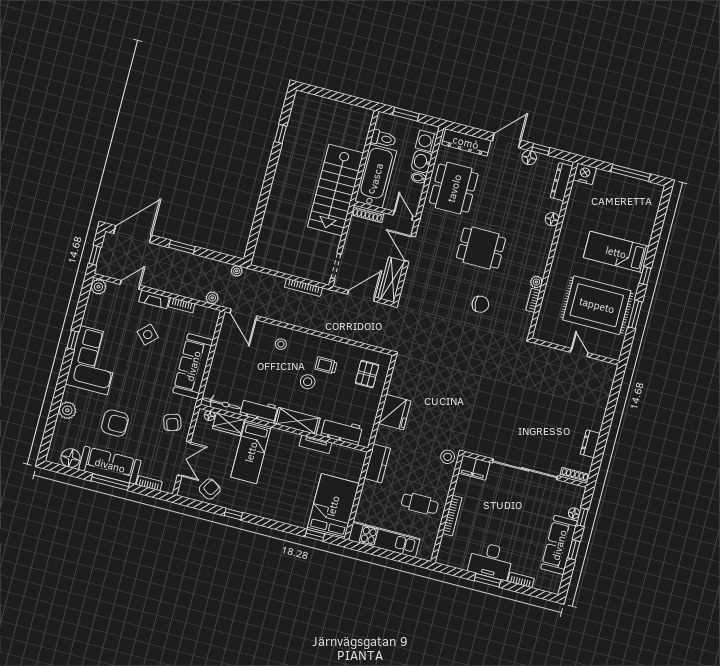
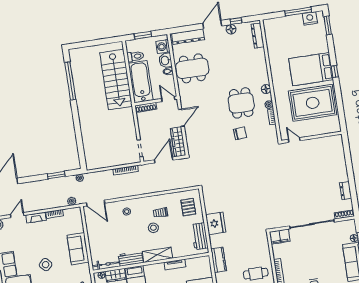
window: (281, 134) -> (70, 81), width x3.17
nightstand: (585, 174) -> (310, 18), moved
dining table: (454, 188) -> (192, 68), turned 90
stairs: (335, 190) -> (116, 80), moved
floor lamp: (552, 219) -> (266, 89), moved
window: (182, 247) -> (56, 175), moved
dining table: (481, 248) -> (241, 103), moved, turned 90
door: (410, 249) -> (181, 118), swing flipped
bed: (616, 252) -> (311, 69), width x1.50
window: (635, 314) -> (328, 25), moved
side table: (148, 335) -> (46, 265), moved
door: (579, 353) -> (294, 140), moved
sofa: (193, 366) -> (78, 249), width x0.73
workbench: (342, 431) -> (200, 236), moved, turned -90
stool: (448, 457) -> (260, 237), removed

